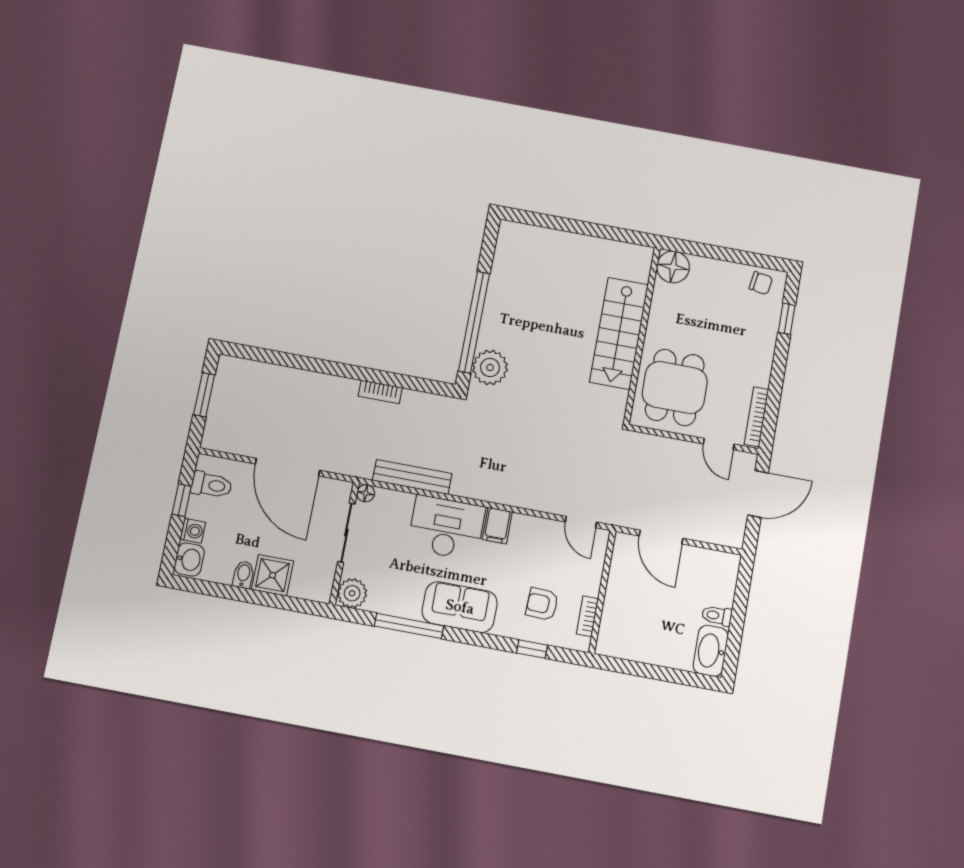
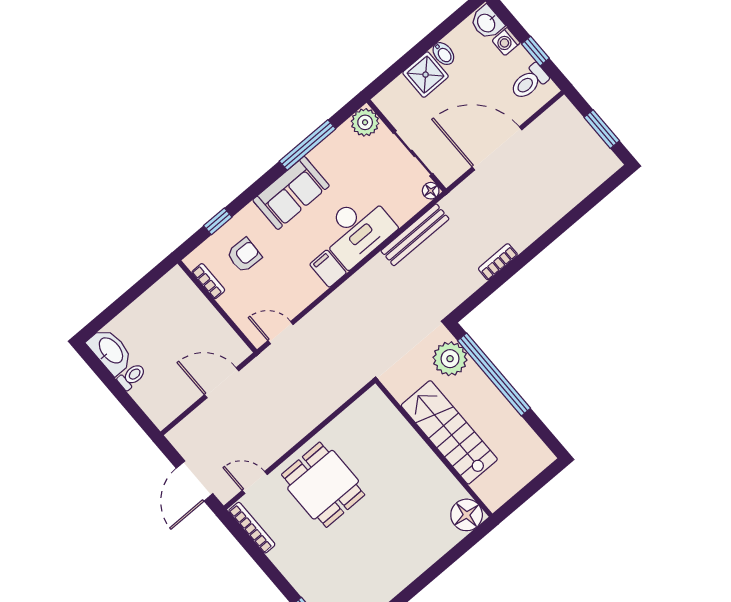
floor lamp: (673, 267) -> (467, 515), moved
stairs: (619, 333) -> (449, 432), moved
wall: (642, 335) -> (434, 448), moved

